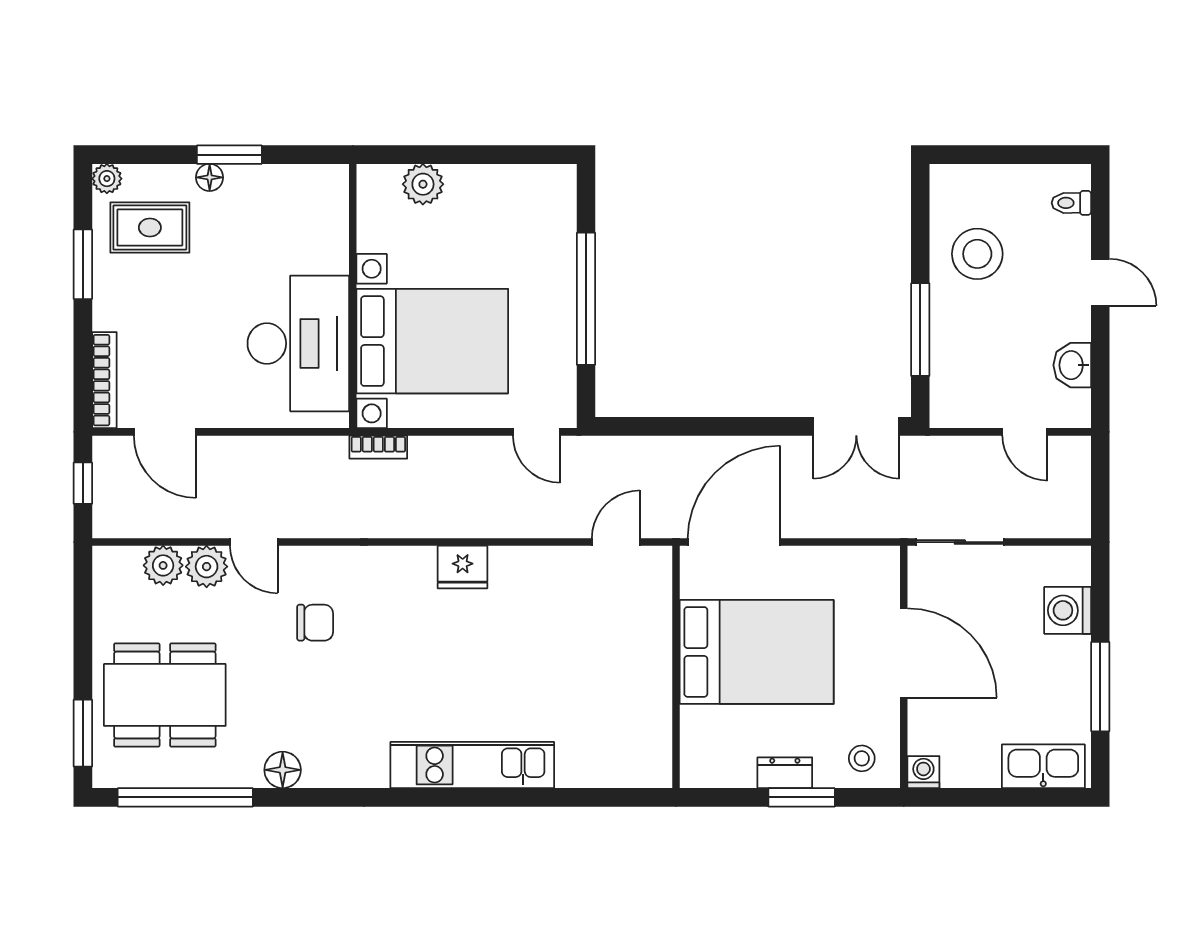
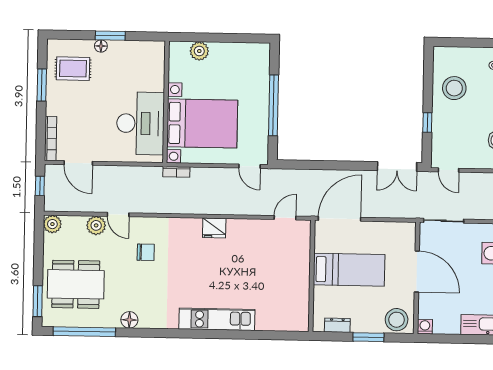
plant: (107, 179) -> (54, 46), removed
window: (920, 330) -> (427, 122), width x0.46
door: (1025, 432) -> (449, 170), moved
plant: (163, 565) -> (52, 224), moved
bed: (757, 652) -> (349, 270), width x0.67
stool: (862, 758) -> (397, 320), width x1.89, depth x1.89
dresser: (785, 773) -> (337, 325), moved

